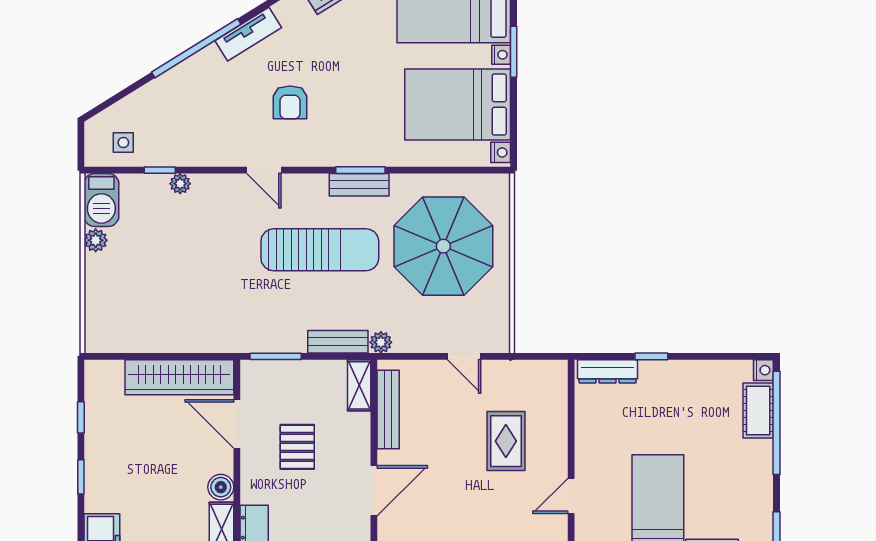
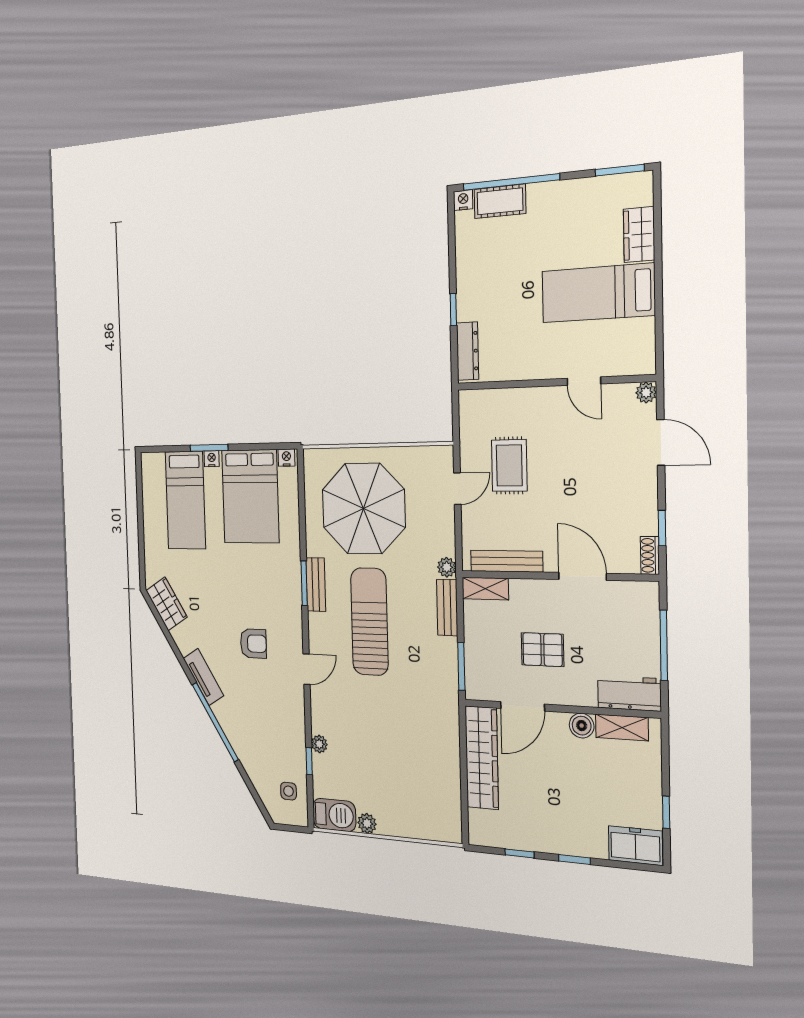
rug: (506, 441) -> (509, 465), moved, turned 90

